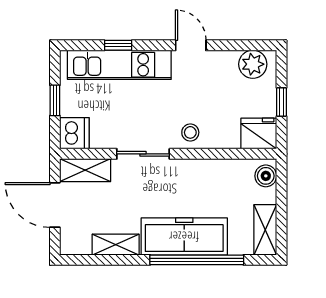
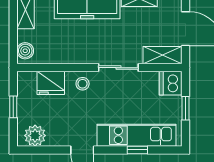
fridge: (259, 134) -> (51, 83), moved

